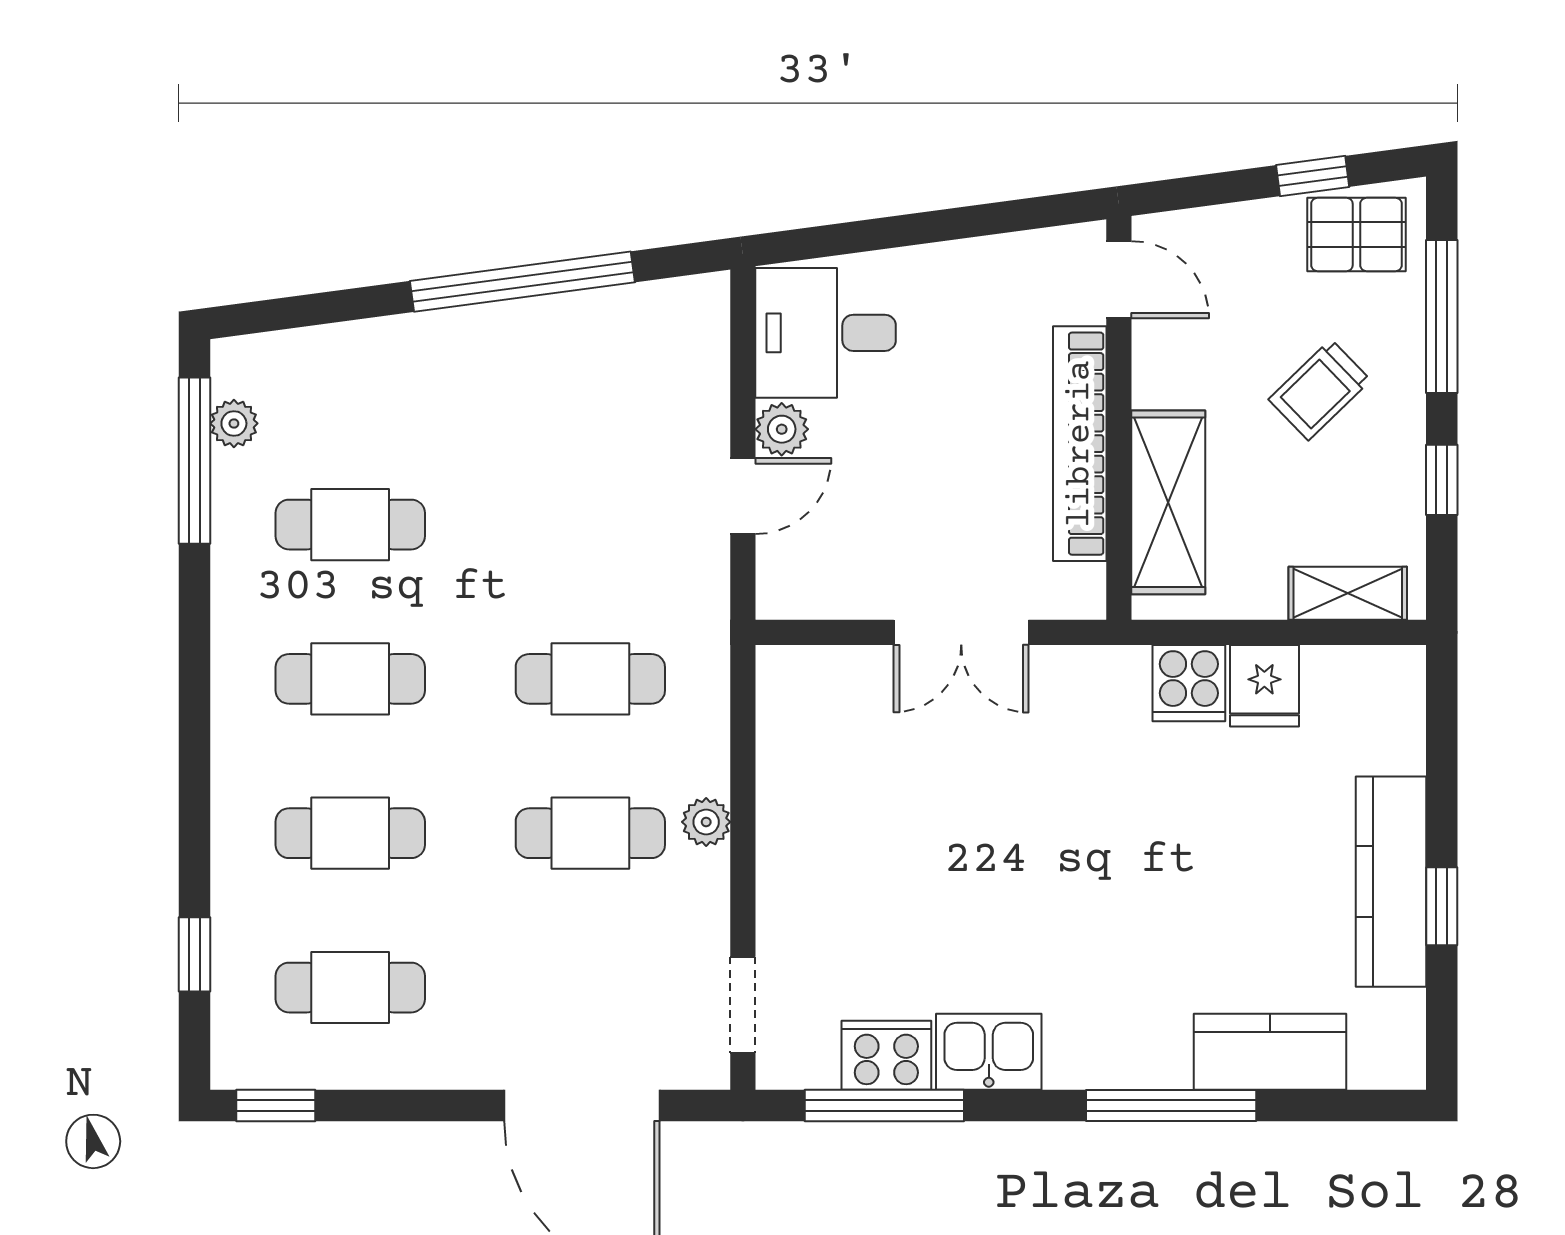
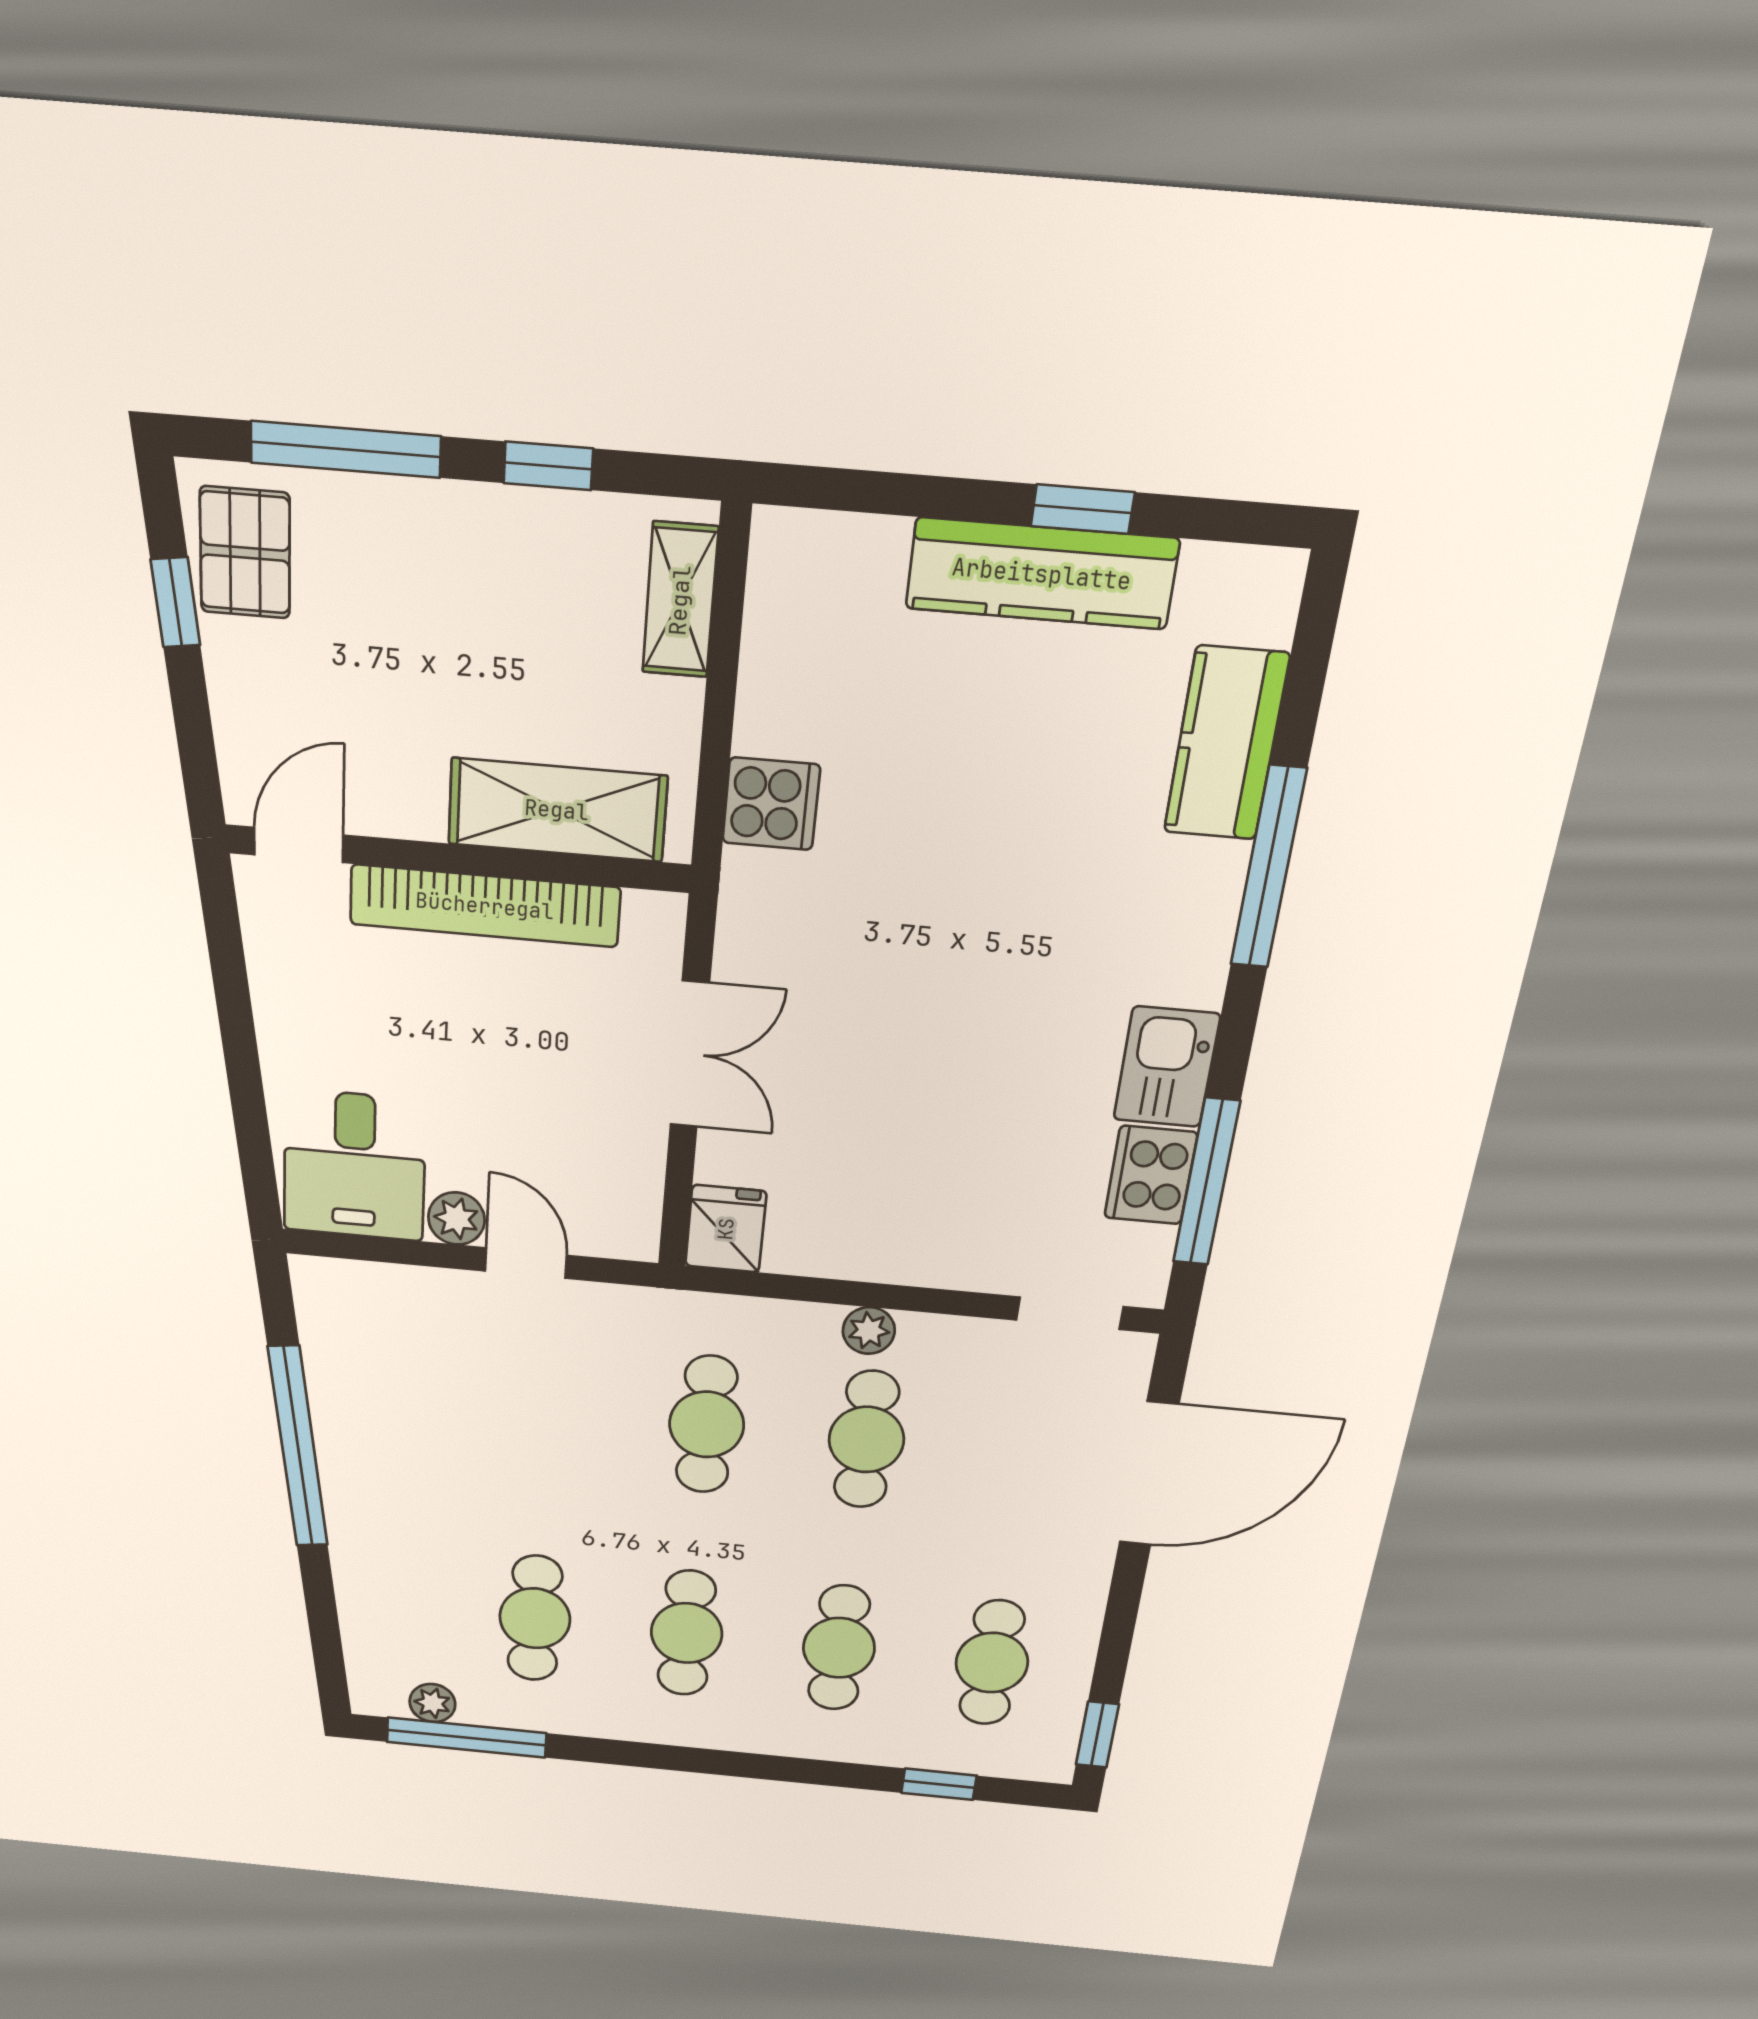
trolley: (1320, 390) -> (432, 615), removed
fridge: (1264, 686) -> (726, 1229), moved, turned -90

